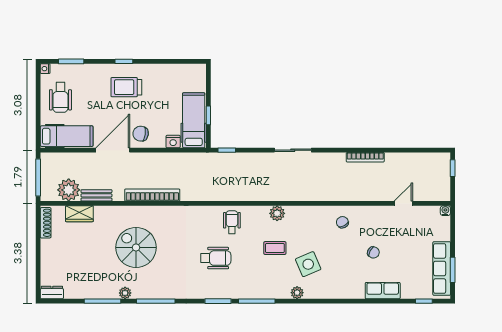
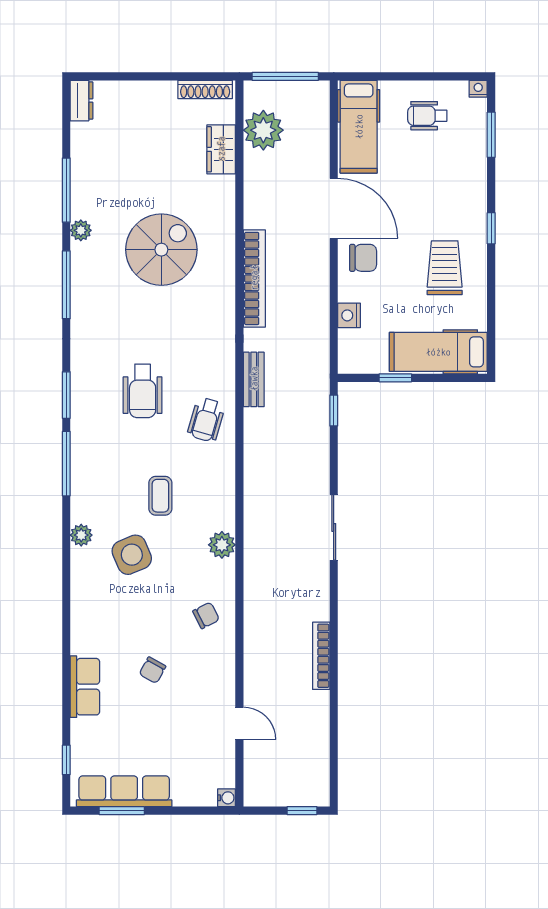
trolley: (126, 87) -> (445, 268), moved
wheelchair: (60, 97) -> (427, 116), width x0.73, depth x0.73
hospital bed: (194, 120) -> (438, 352), moved, turned 180
chair: (141, 134) -> (363, 258), turned 82
bench: (96, 195) -> (254, 379), moved
plant: (277, 213) -> (222, 545), moved
wheelchair: (232, 222) -> (206, 420), turned 106

